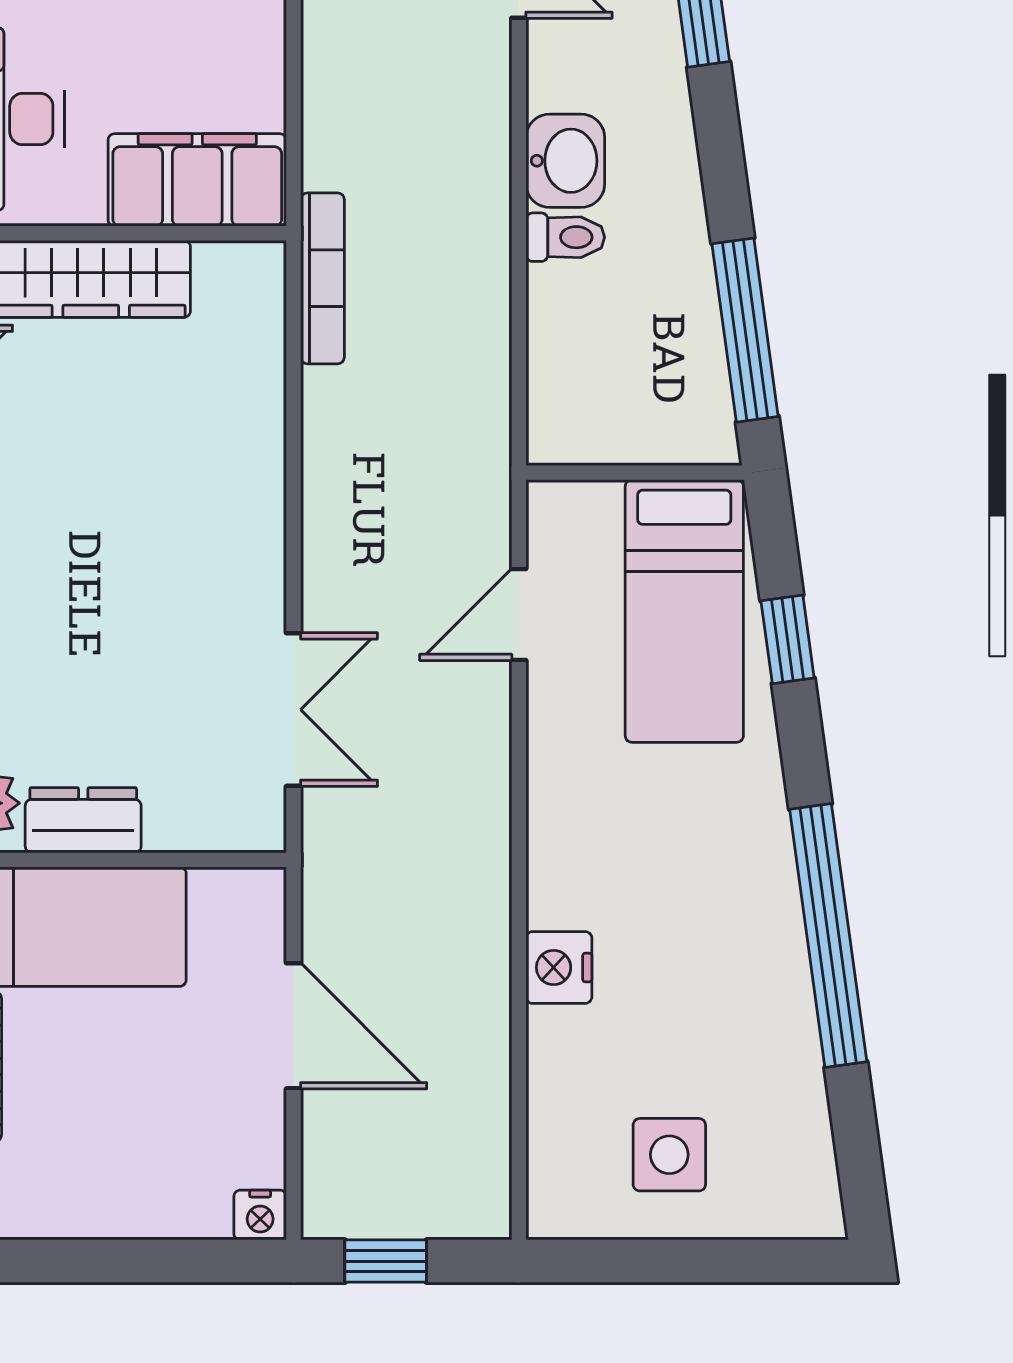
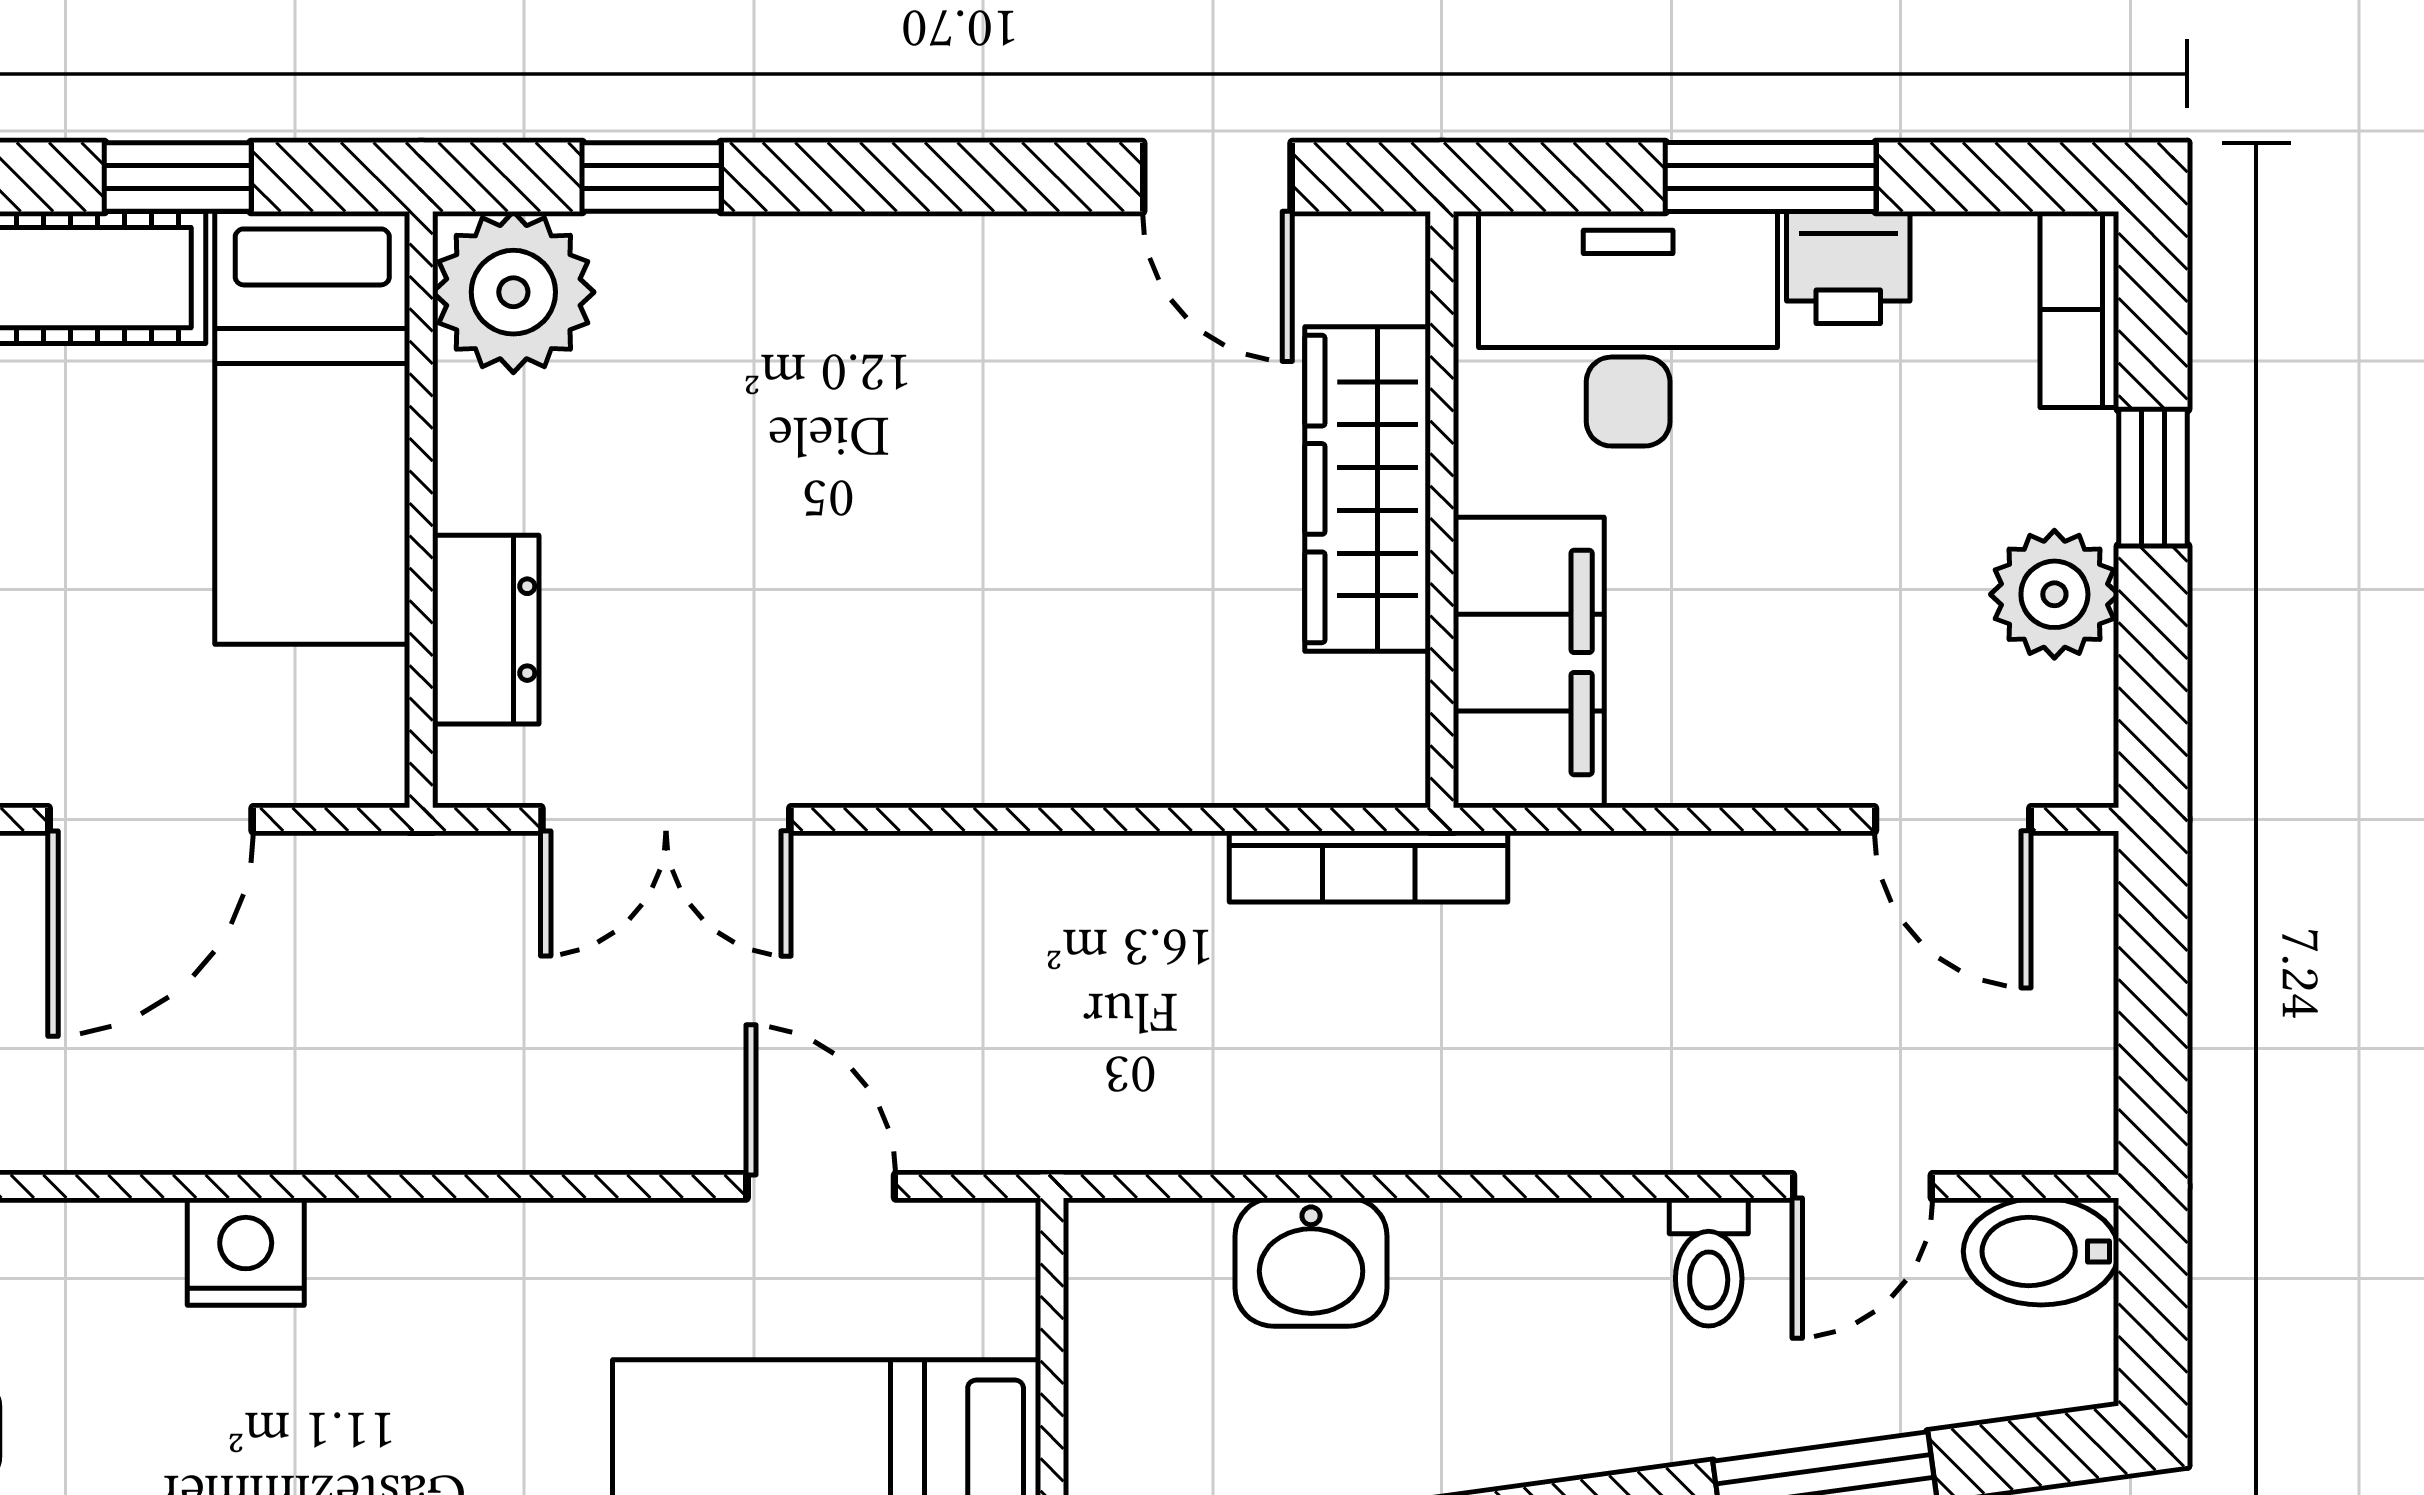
washbasin: (565, 161) -> (1311, 1262), moved
toilet: (565, 237) -> (1709, 1262), moved
dresser: (83, 820) -> (486, 630), moved

